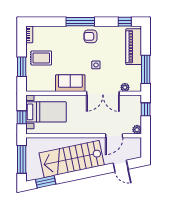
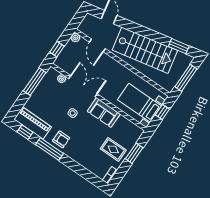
window: (80, 22) -> (50, 149), moved
piano: (134, 47) -> (33, 123), moved, turned -90
door: (114, 136) -> (97, 45), swing flipped

